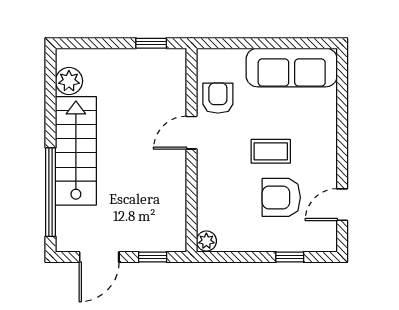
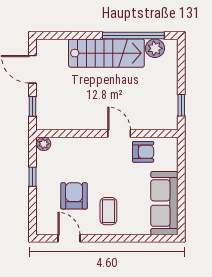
coffee table: (271, 151) -> (108, 211), moved
window: (51, 192) -> (133, 35), moved
window: (290, 257) -> (33, 177), moved

